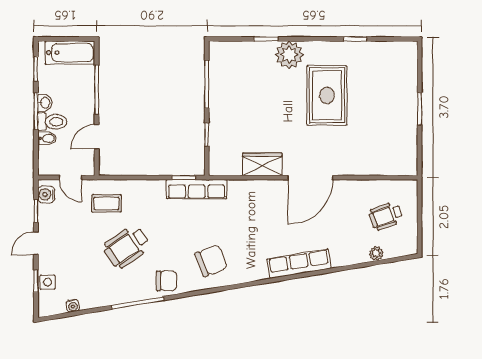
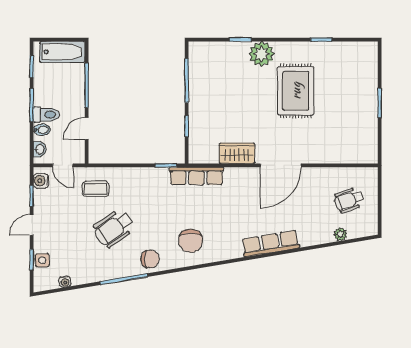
washbasin: (45, 103) -> (40, 149), moved
row of seats: (197, 189) -> (196, 176), moved
chair: (211, 261) -> (191, 241), turned 112

